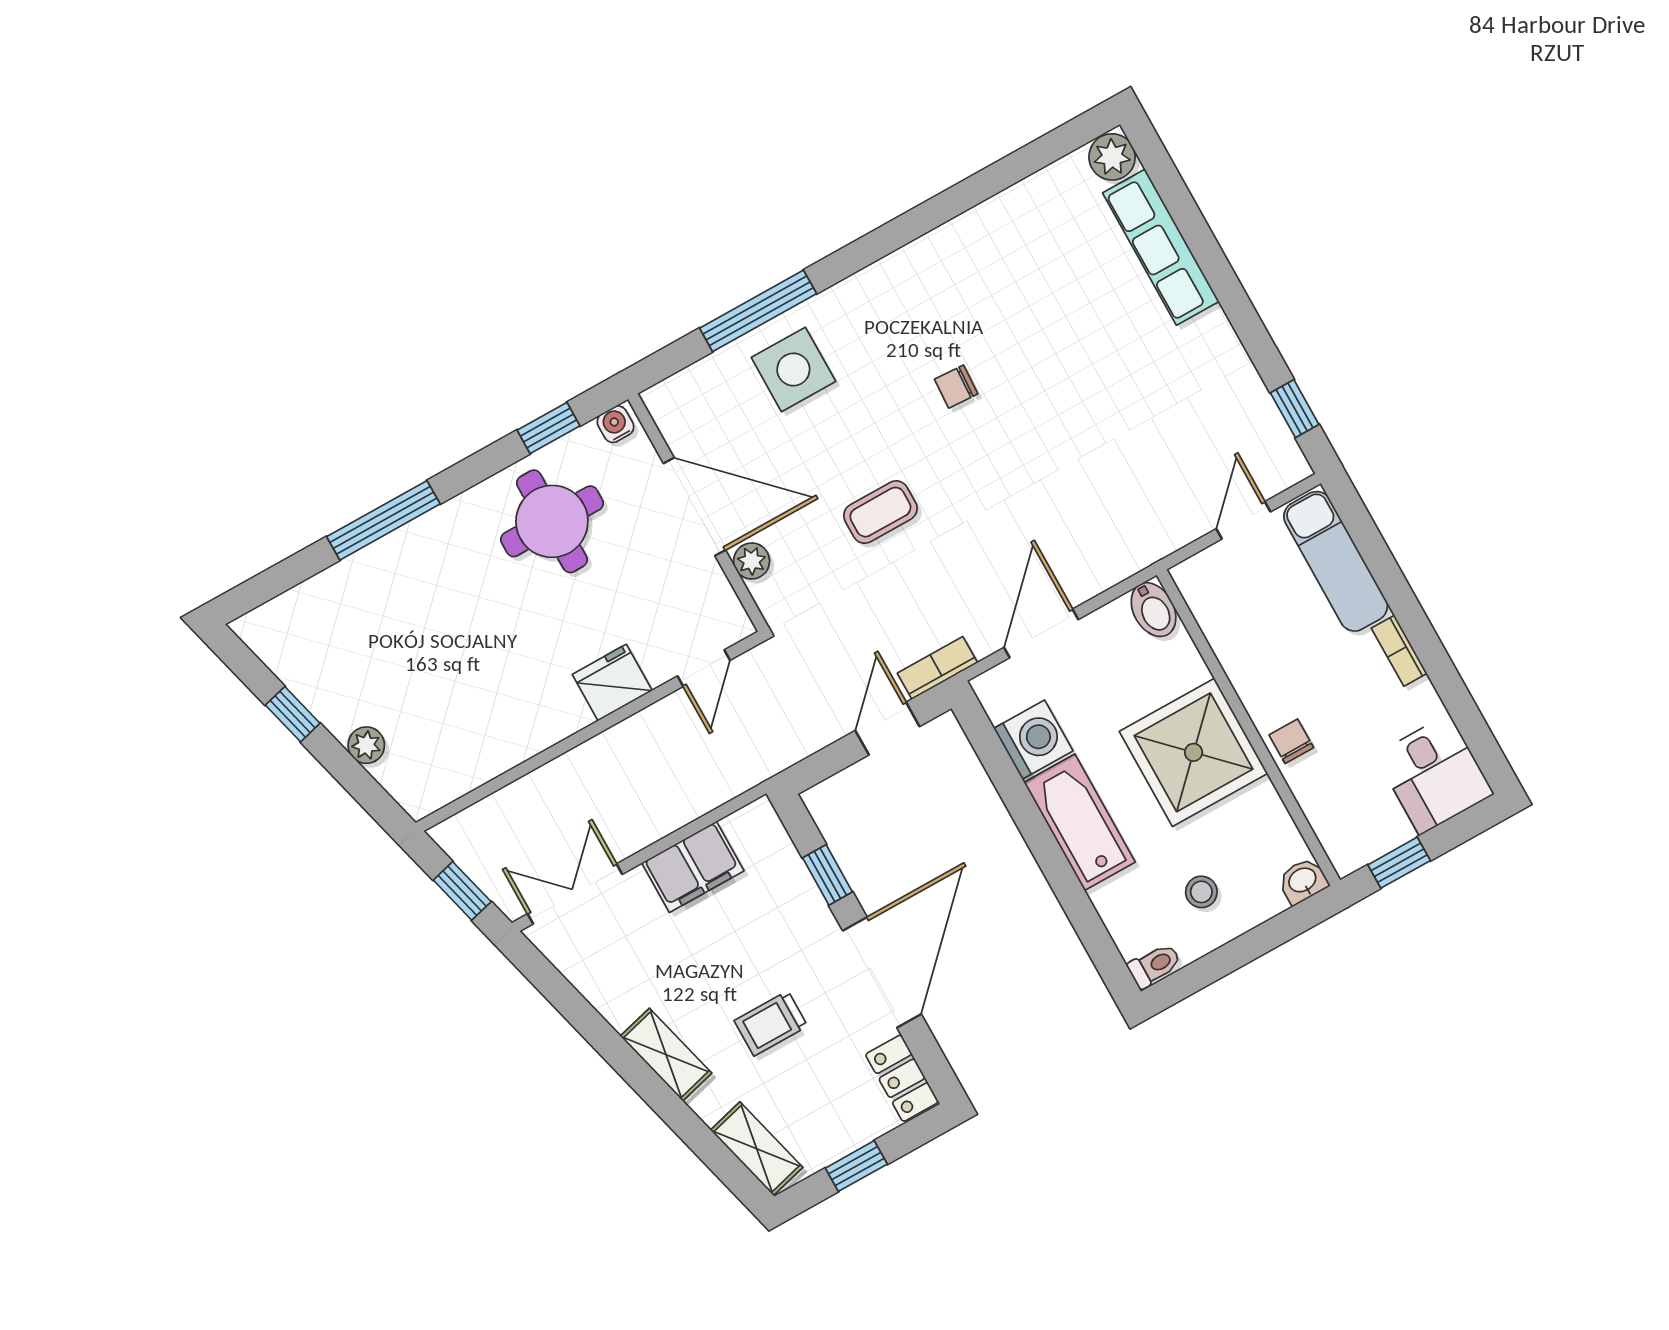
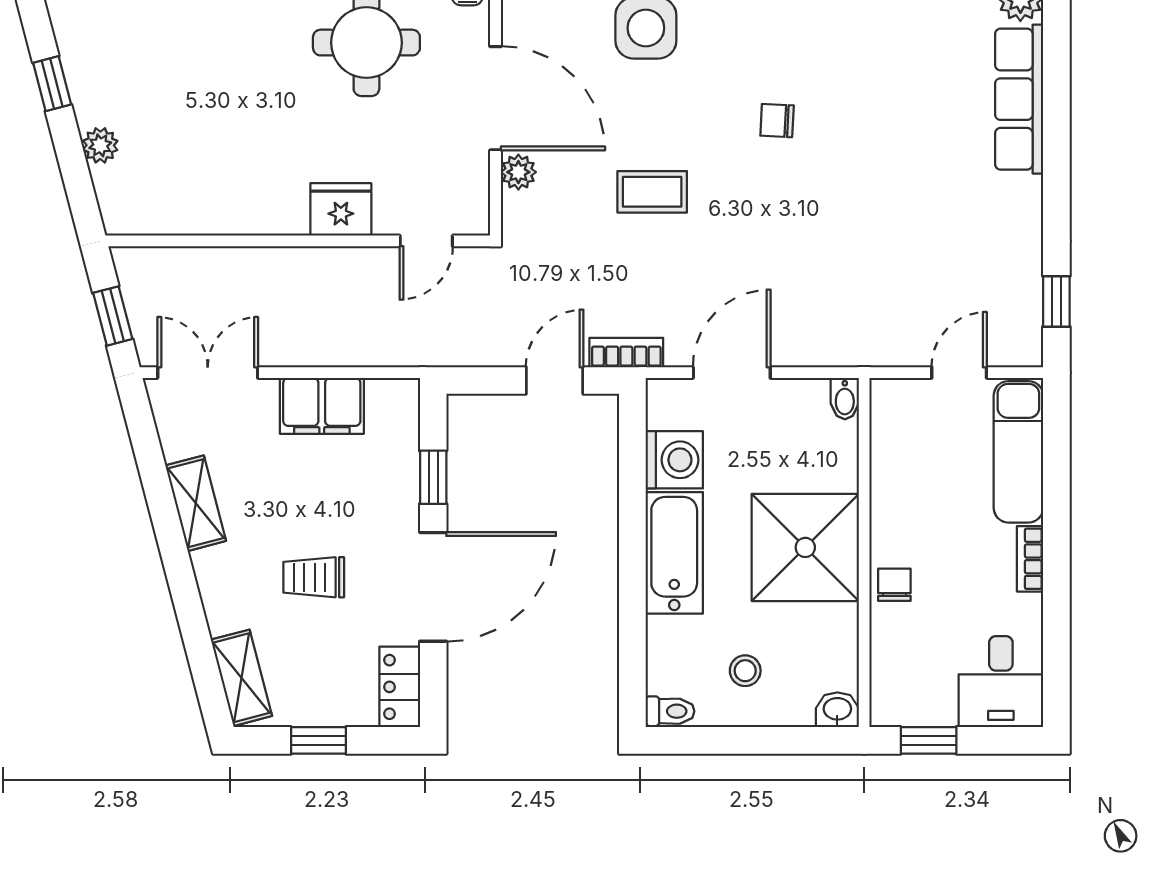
bidet: (1154, 610) -> (845, 399), width x0.72, depth x0.74
shelving: (666, 1055) -> (196, 503), moved

